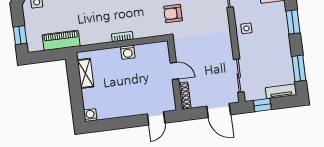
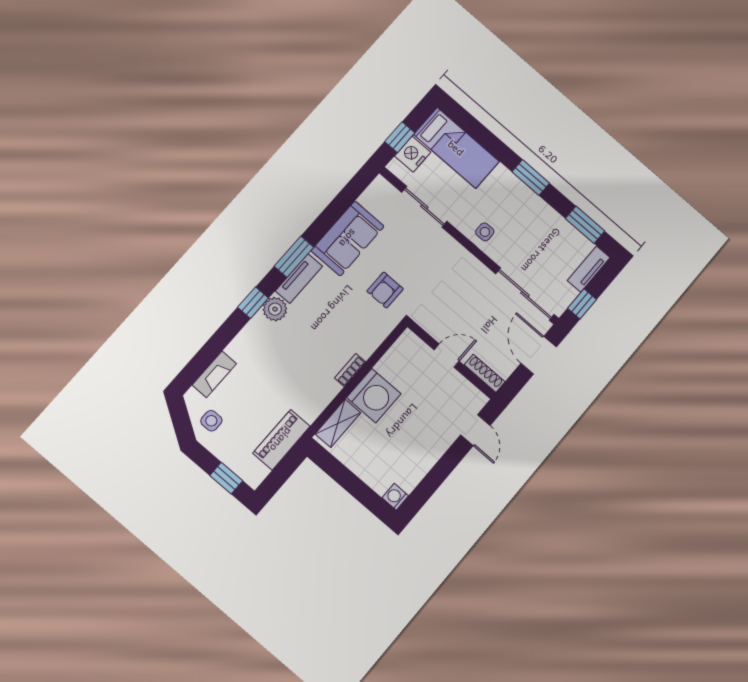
washing machine: (128, 52) -> (374, 396), width x1.89, depth x1.89
shelving: (85, 73) -> (338, 423), moved, turned 90
sliding door: (239, 76) -> (525, 294), width x1.37
door: (219, 110) -> (539, 355), swing flipped

